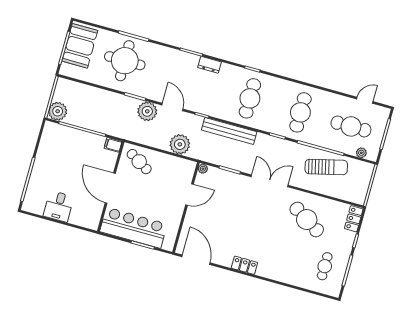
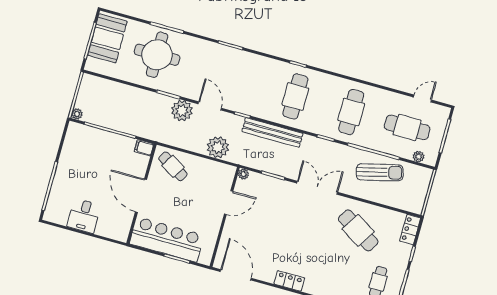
dresser: (210, 65) -> (251, 59), removed
plant: (58, 111) -> (77, 114), width x0.53, depth x0.53

